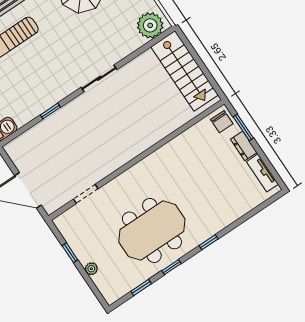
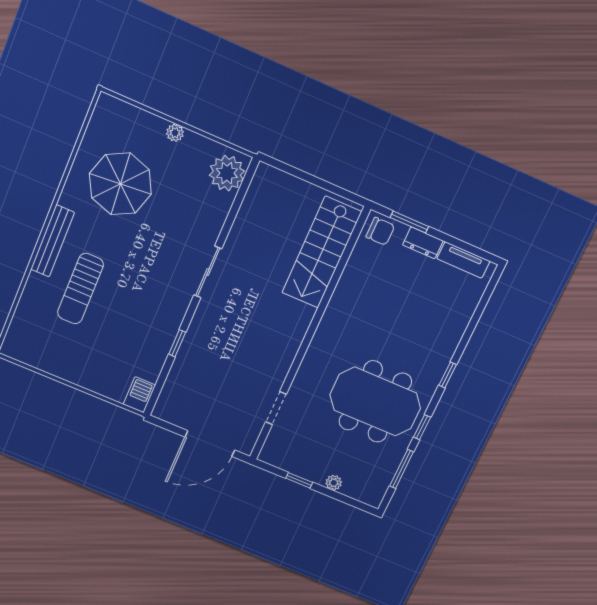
stairs: (185, 71) -> (322, 252), moved, turned 90
meeting table: (152, 230) -> (375, 402), turned 90
window: (141, 288) -> (402, 469), width x1.50

